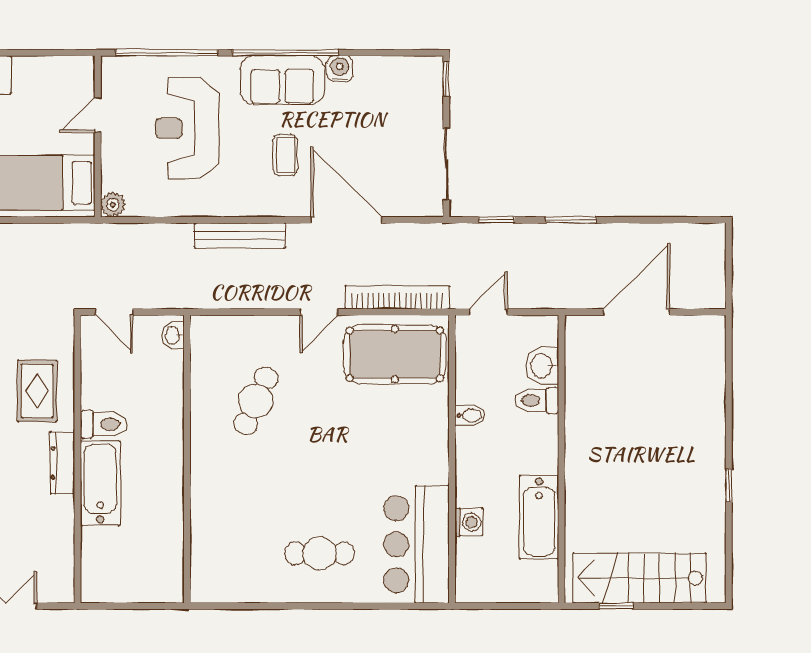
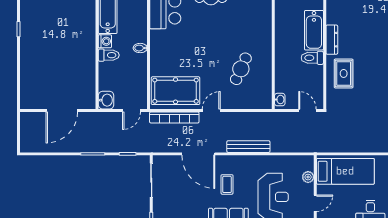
plant: (113, 205) -> (308, 177), moved
washbasin: (542, 366) -> (106, 100), moved
toilet: (537, 401) -> (109, 55), moved
bidet: (470, 415) -> (140, 48), moved
washing machine: (469, 522) -> (105, 41), moved, turned 180

